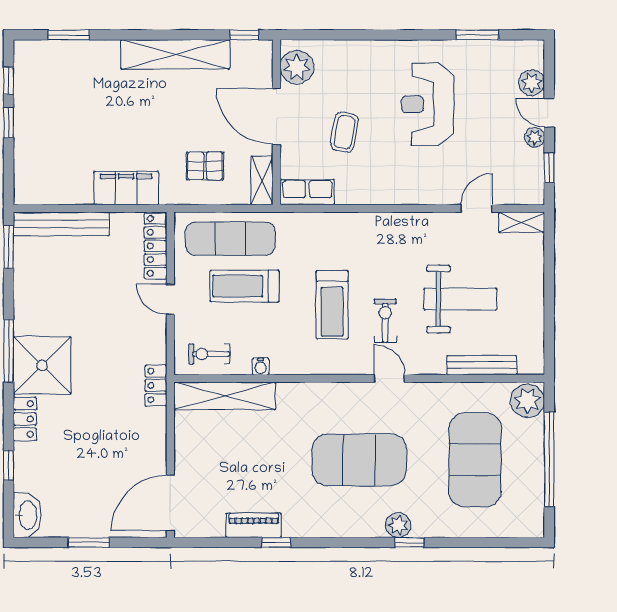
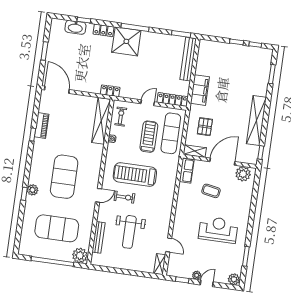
plant: (532, 83) -> (234, 279), moved
treadmill: (332, 305) -> (135, 174), width x1.37, depth x1.38
washbasin: (27, 515) -> (75, 27), moved

